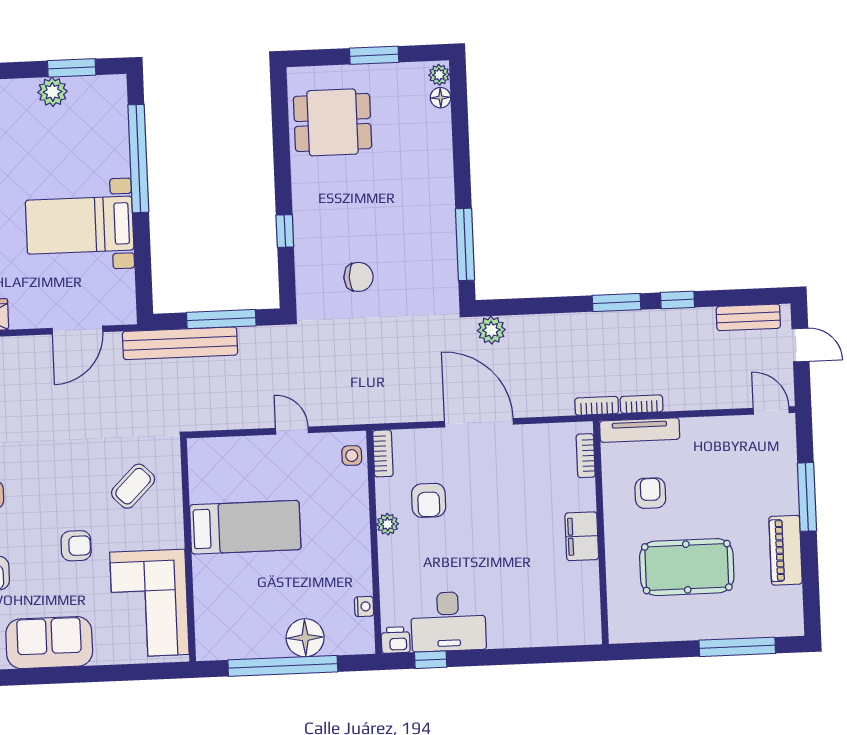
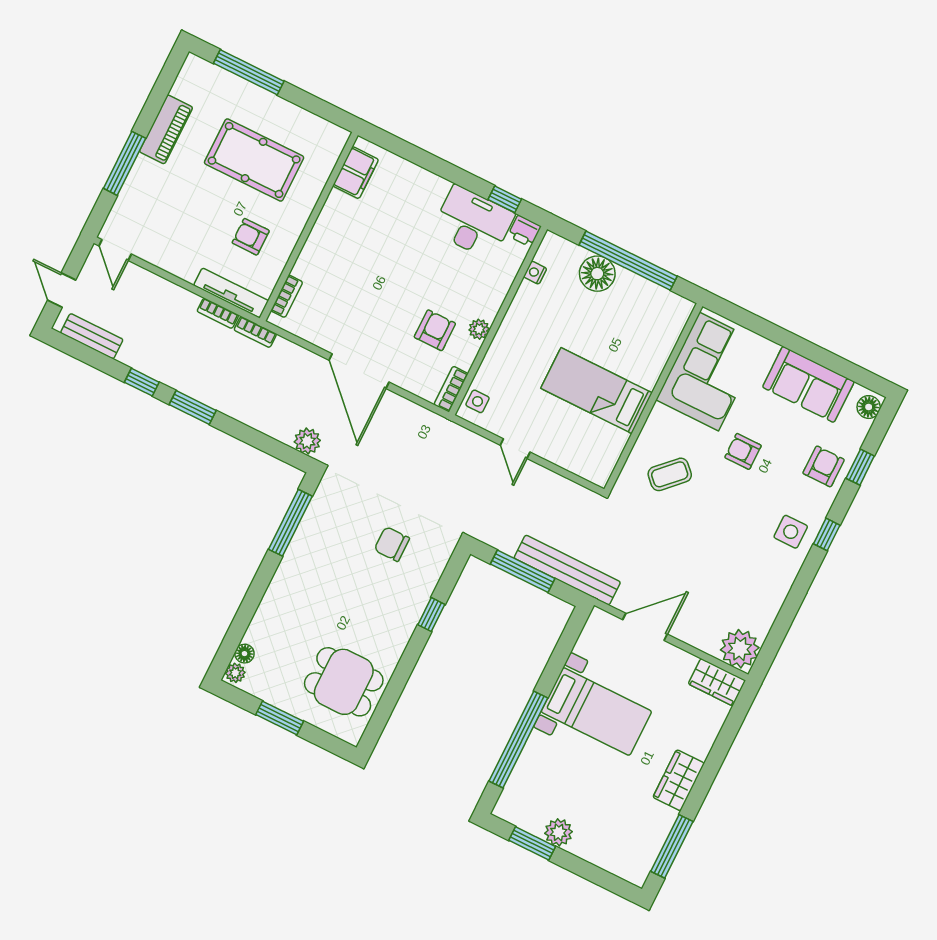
armchair: (650, 493) -> (251, 237), turned 90
filing cabinet: (582, 536) -> (356, 173), moved

